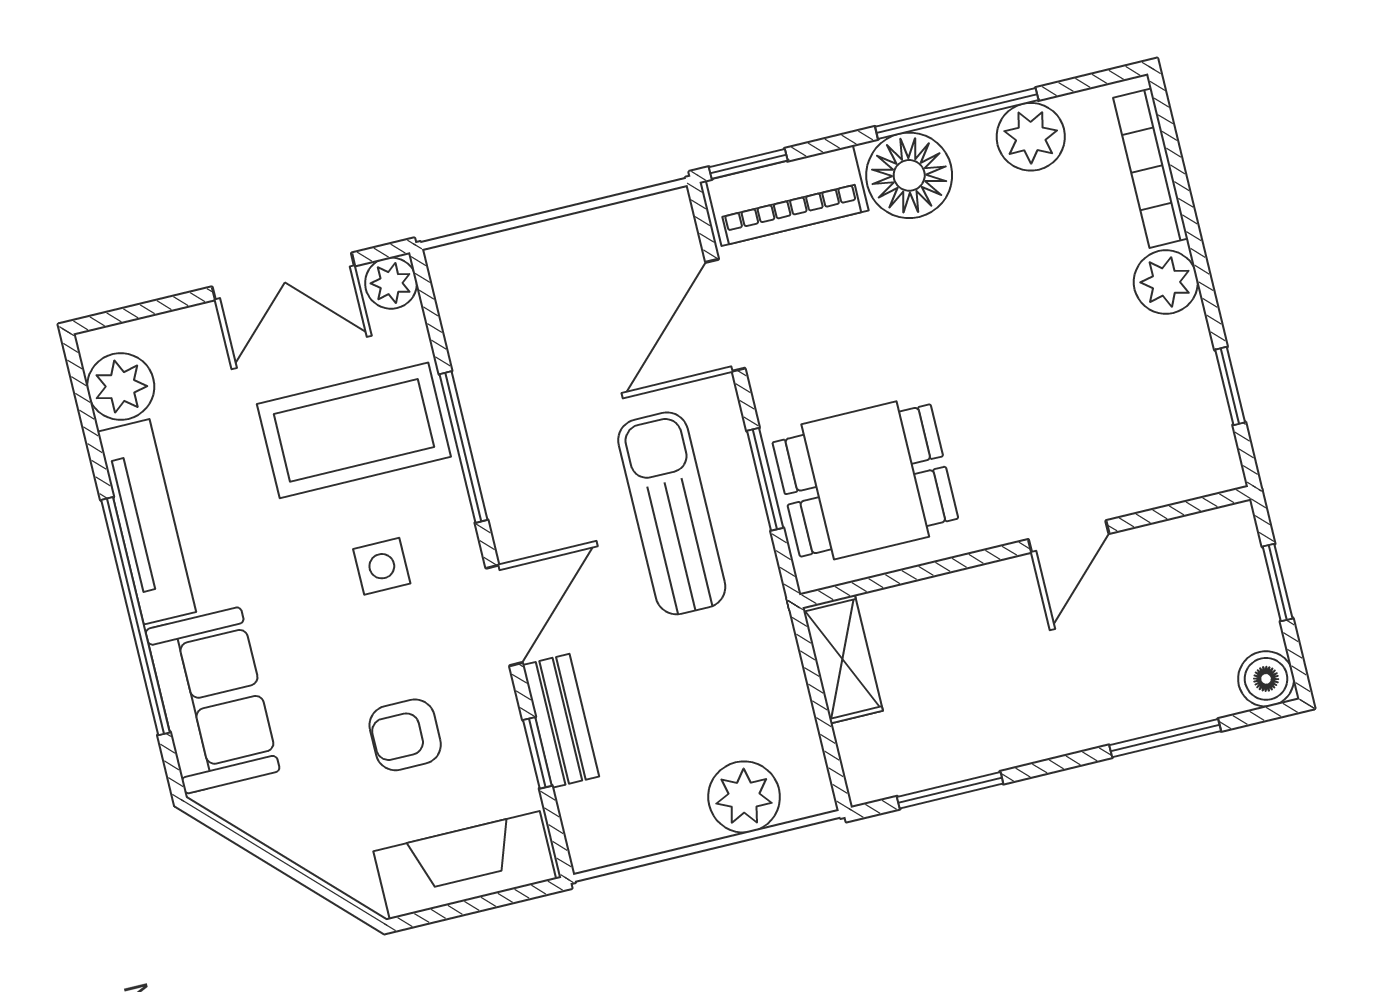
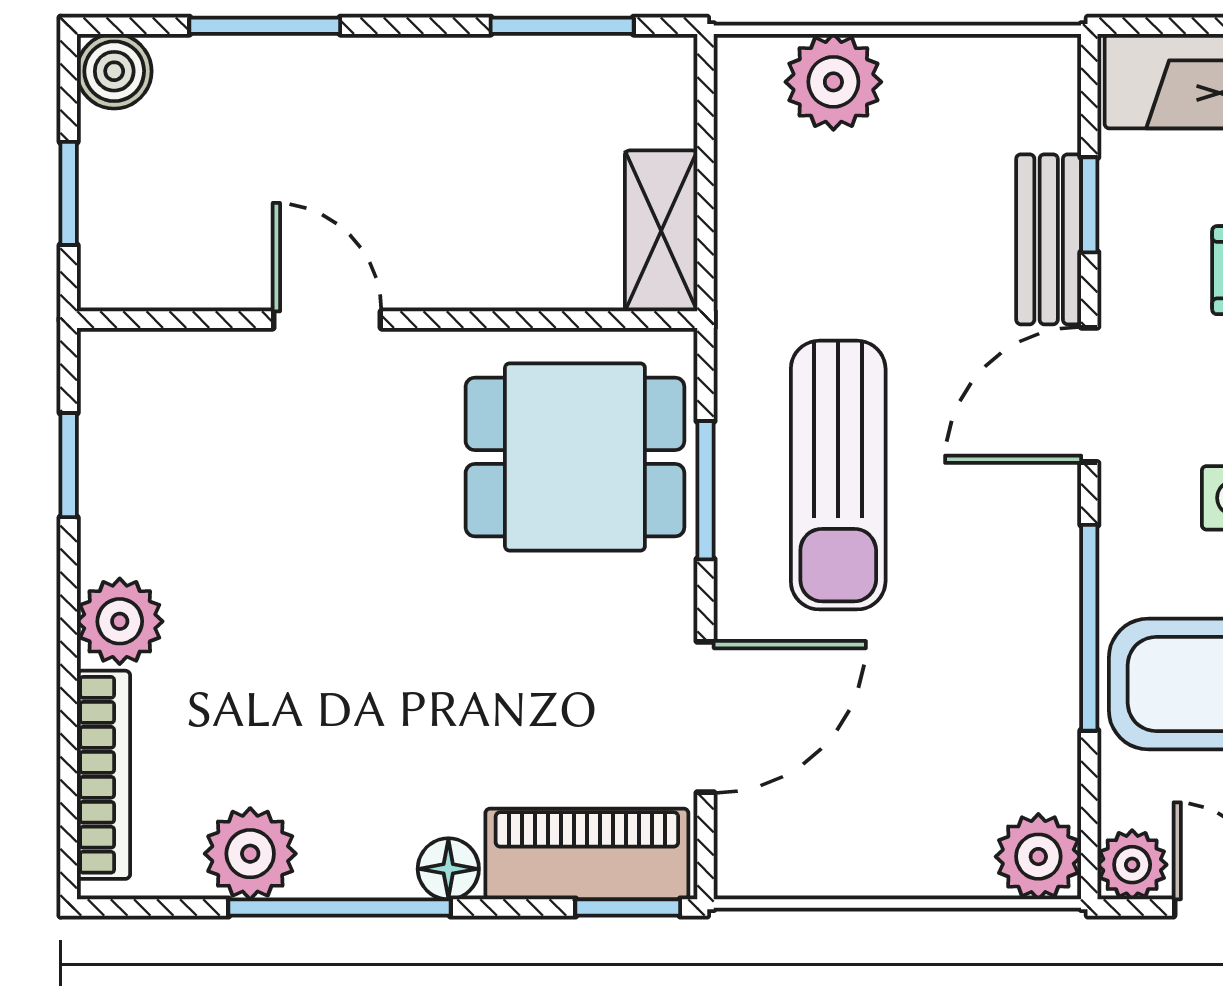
floor lamp: (909, 175) -> (448, 869), width x0.53, depth x0.53
plant: (460, 273) -> (1038, 857), added
door: (1069, 536) -> (327, 320), hinge flipped

